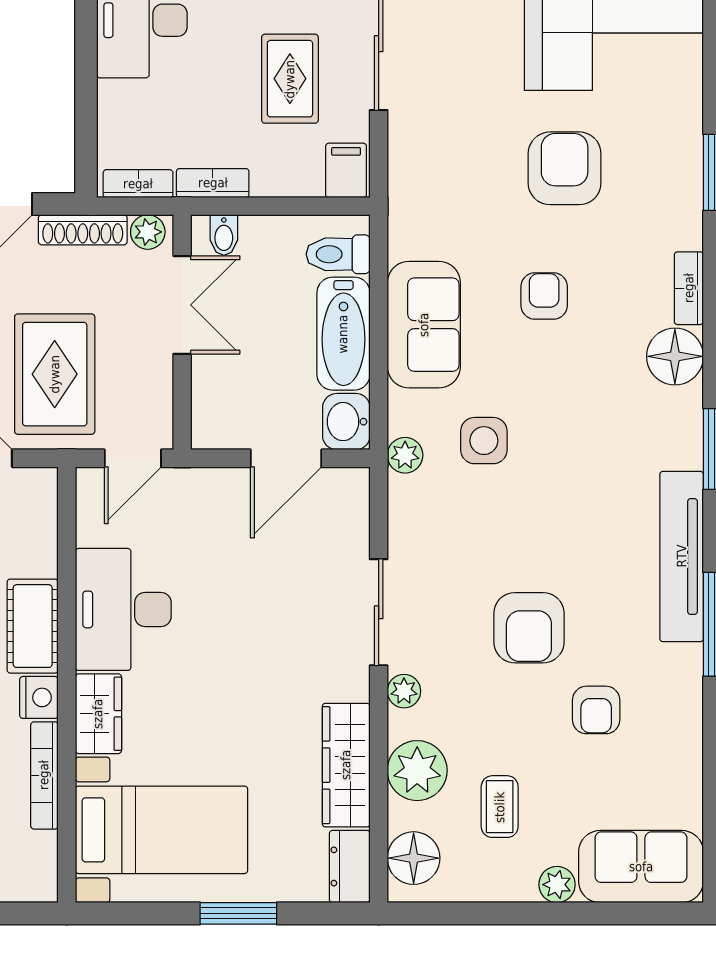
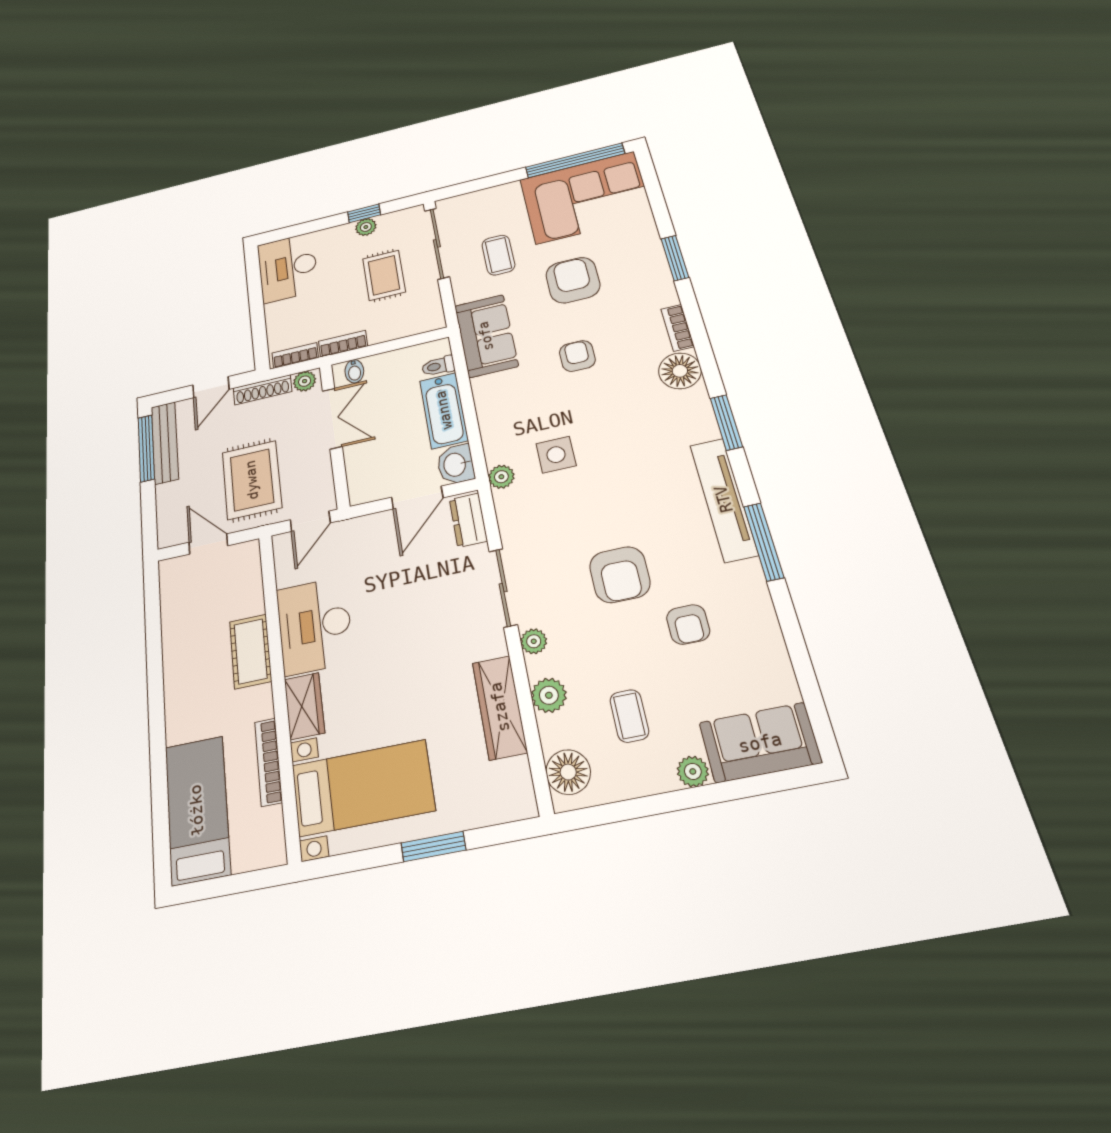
coffee table: (467, 93) -> (498, 255), added
filing cabinet: (346, 170) -> (428, 316), removed
toilet: (338, 254) -> (438, 366), width x0.73, depth x0.72
sofa: (424, 325) -> (486, 336), moved
nightstand: (39, 697) -> (259, 703), removed
plant: (417, 771) -> (549, 695), width x0.73, depth x0.73
dresser: (350, 867) -> (468, 520), moved

